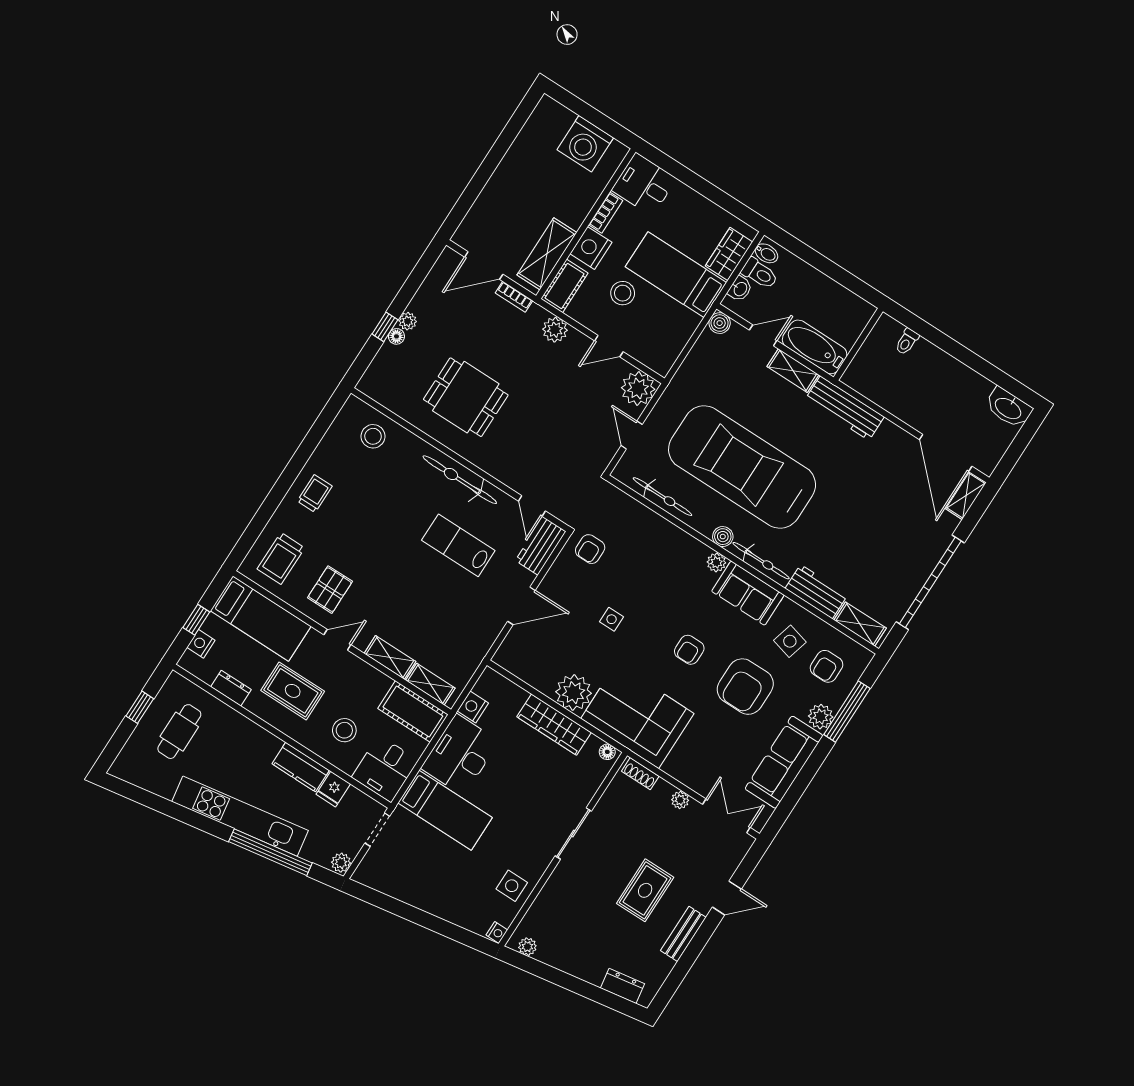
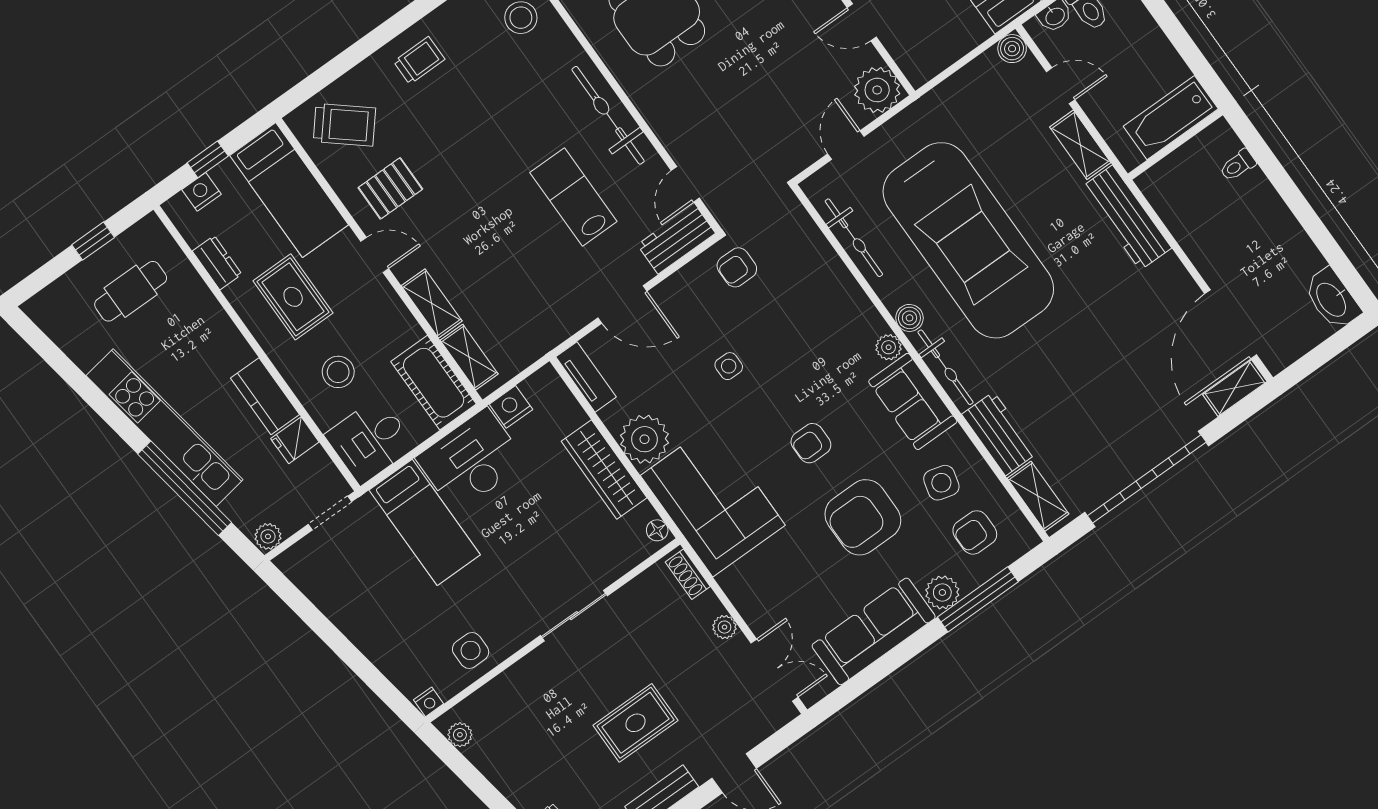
bathtub: (815, 347) -> (1171, 118), moved, turned -90
car: (742, 467) -> (968, 240), turned 180
trolley: (281, 558) -> (344, 125), turned -140
tv unit: (516, 666) -> (586, 377), added

